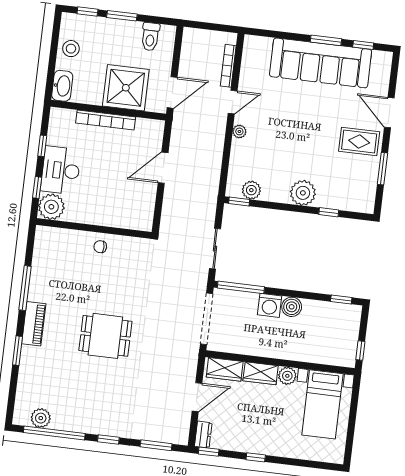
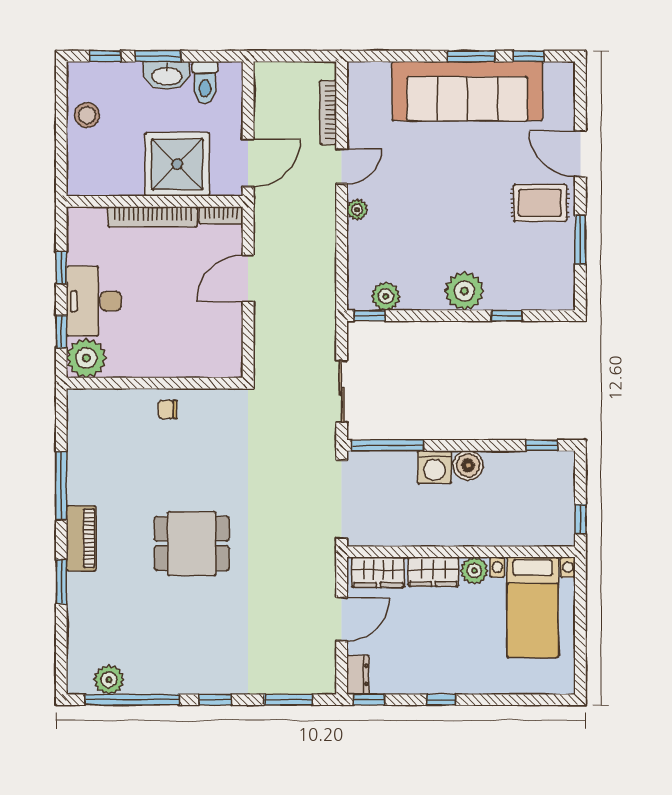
washbasin: (62, 86) -> (167, 75), moved, turned 90
bookcase: (150, 124) -> (221, 215), added

